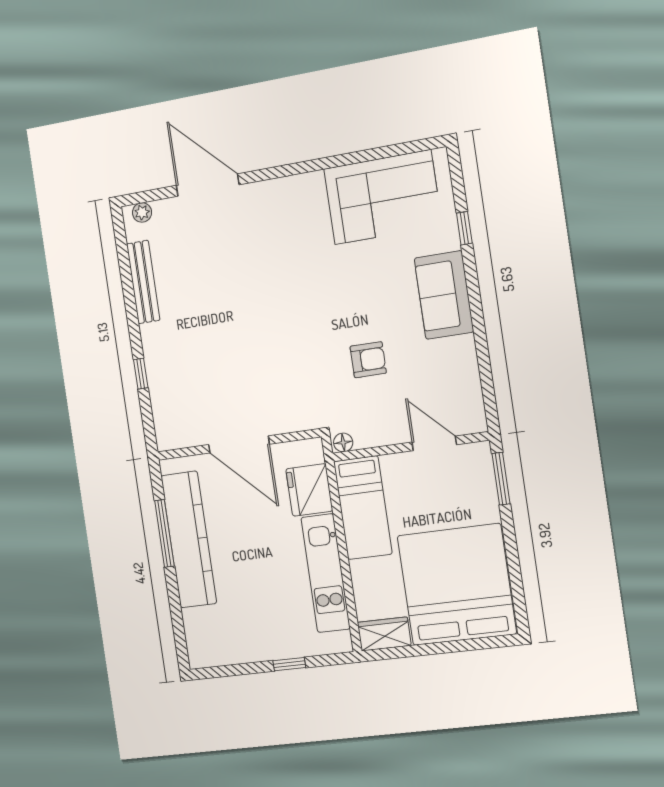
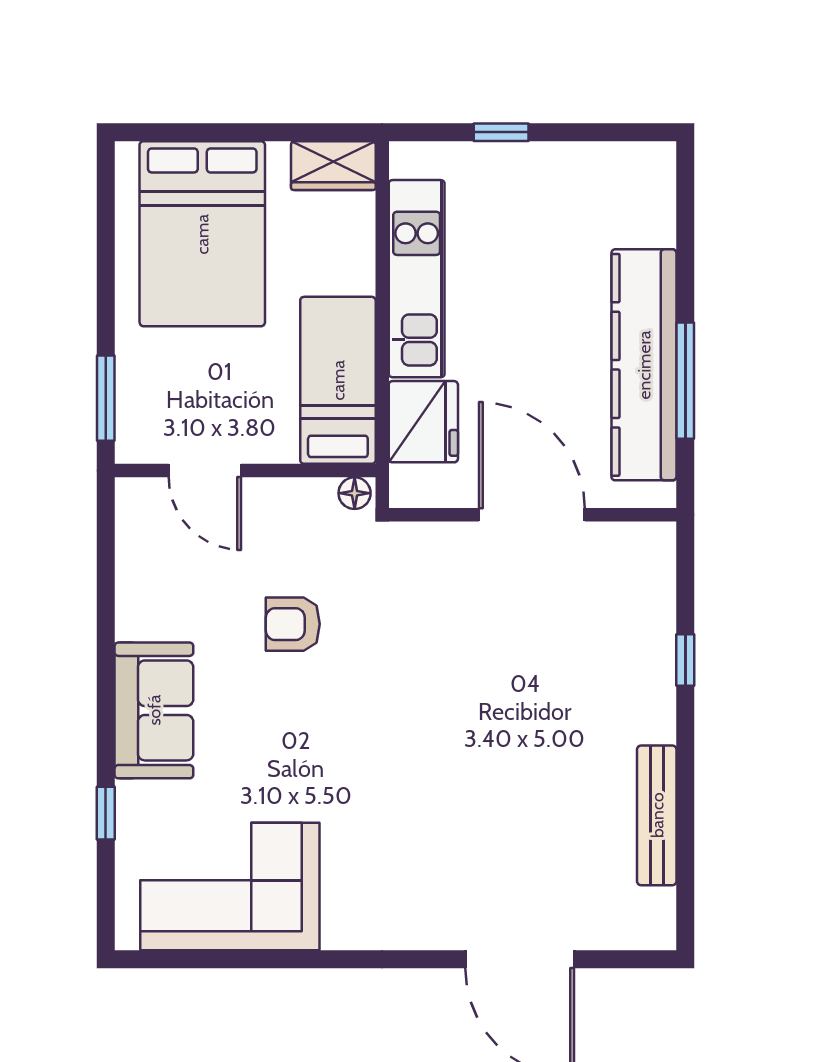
plant: (142, 212) -> (641, 934), removed
bed: (457, 585) -> (202, 234), width x0.73

